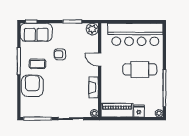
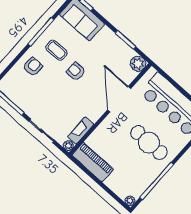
armchair: (60, 54) -> (76, 71), moved
door: (100, 60) -> (119, 99), width x1.88
armchair: (32, 86) -> (33, 67), width x0.53, depth x0.53
fireplace: (94, 87) -> (81, 130), moved
fridge: (139, 111) -> (113, 181), removed

